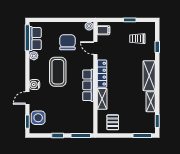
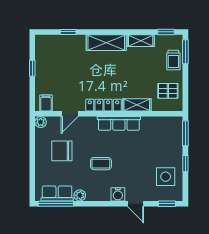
trolley: (137, 39) -> (173, 60), moved
coffee table: (58, 72) -> (101, 164), width x0.54, depth x0.58
side table: (38, 118) -> (166, 177), moved

